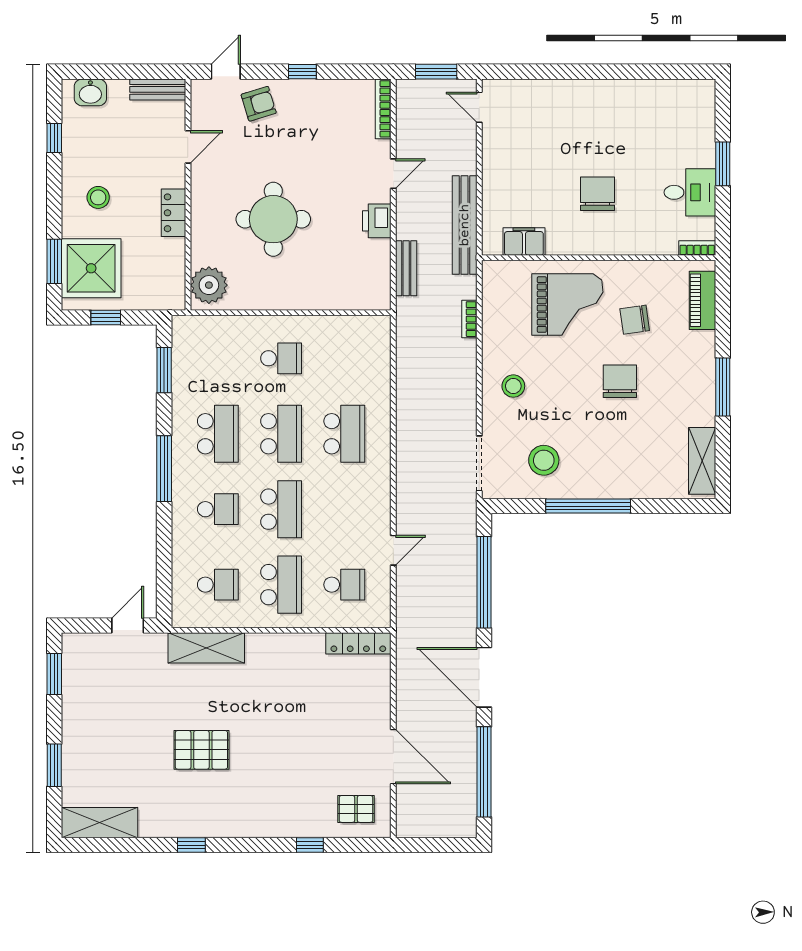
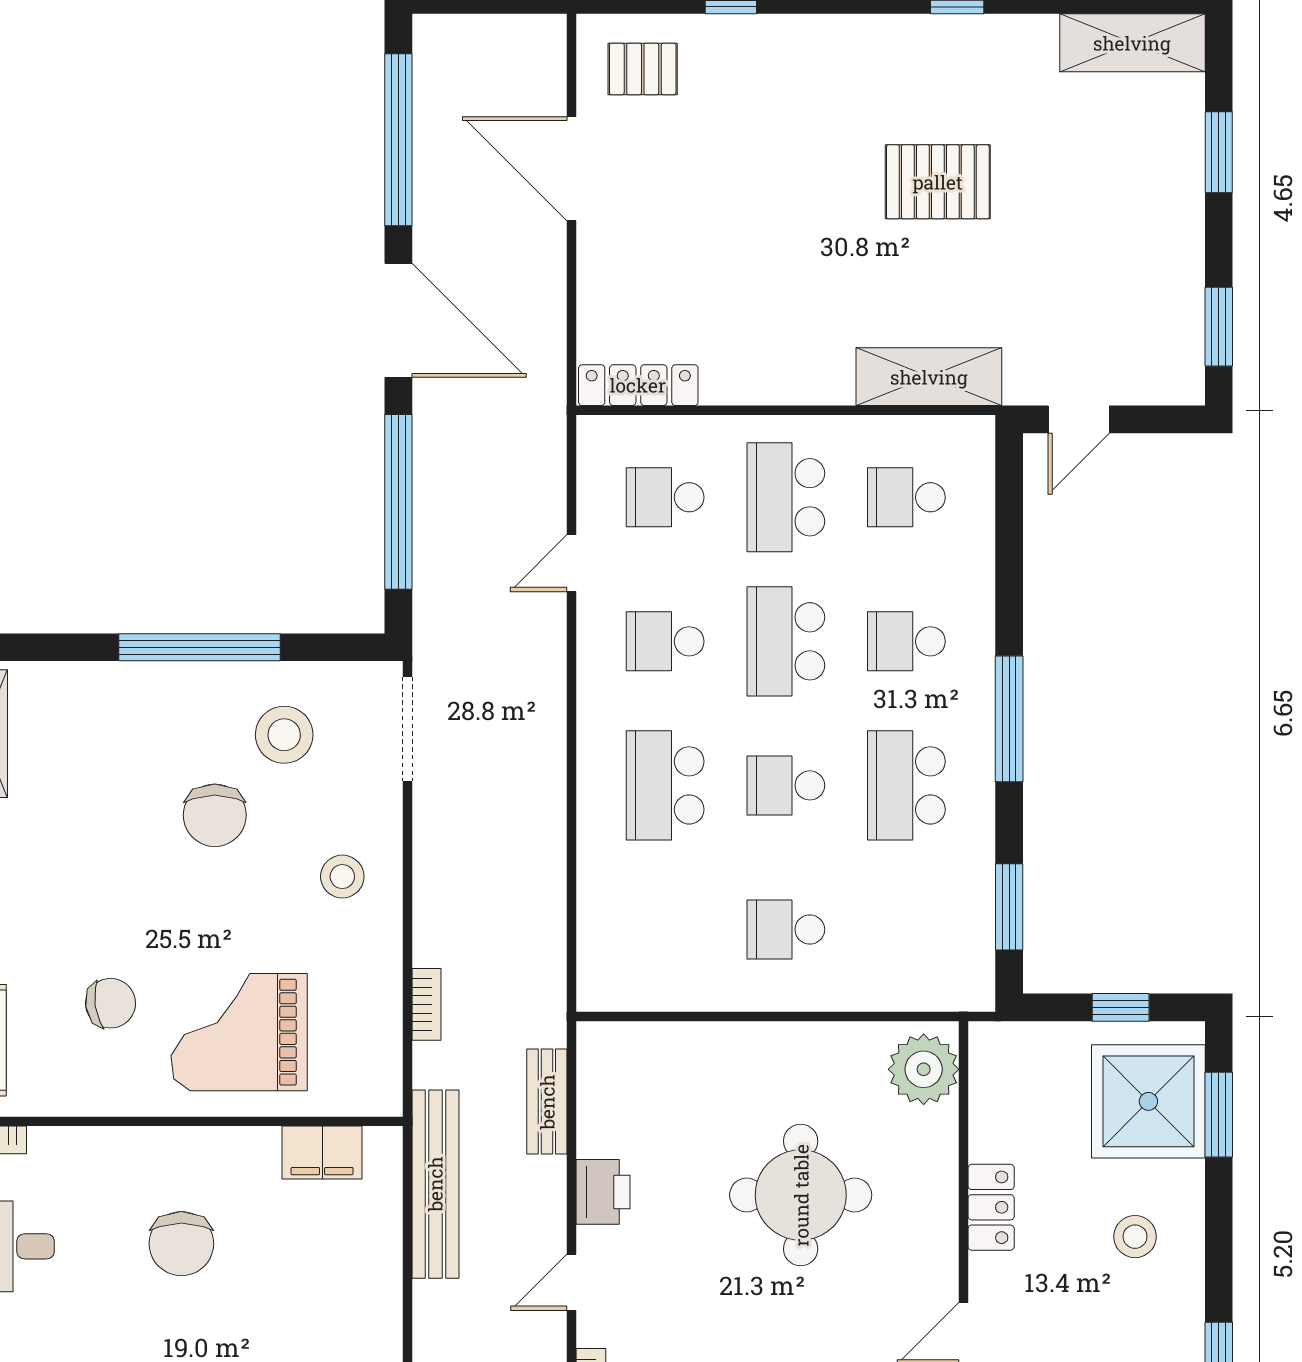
chair: (620, 381) -> (215, 815), moved
school desk: (281, 434) -> (786, 785), width x0.54
school desk: (344, 509) -> (665, 641), added

